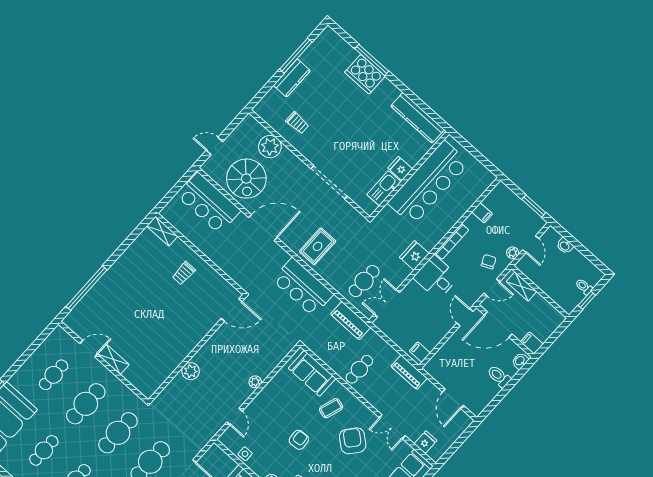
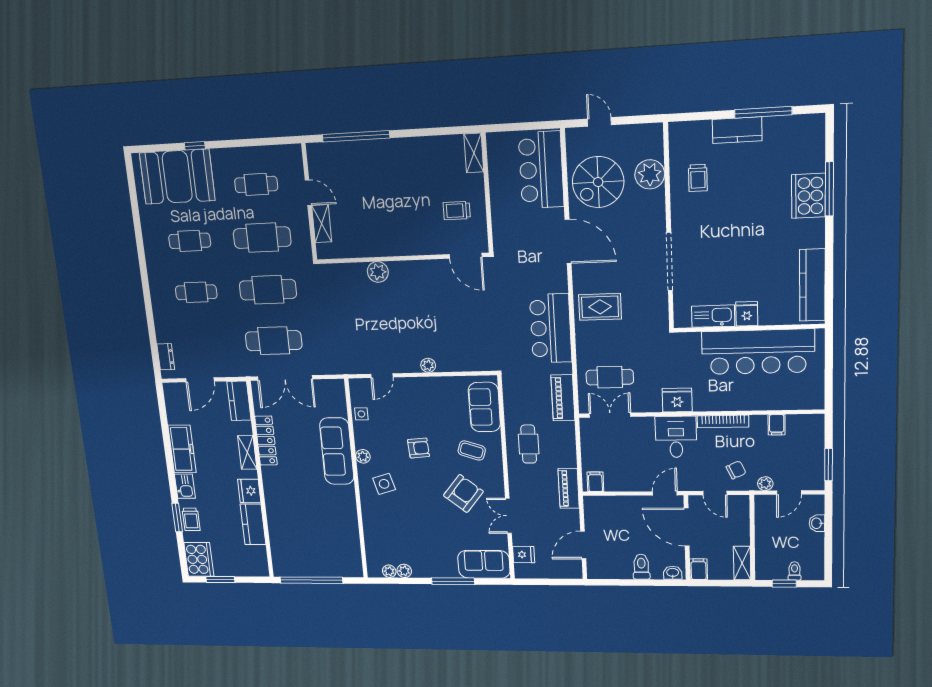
shelving: (522, 286) -> (742, 563), moved
door: (232, 310) -> (466, 256), moved
wall: (197, 349) -> (402, 258), moved
cafe table: (359, 369) -> (529, 444), turned 90
plant: (191, 371) -> (378, 272), moved

